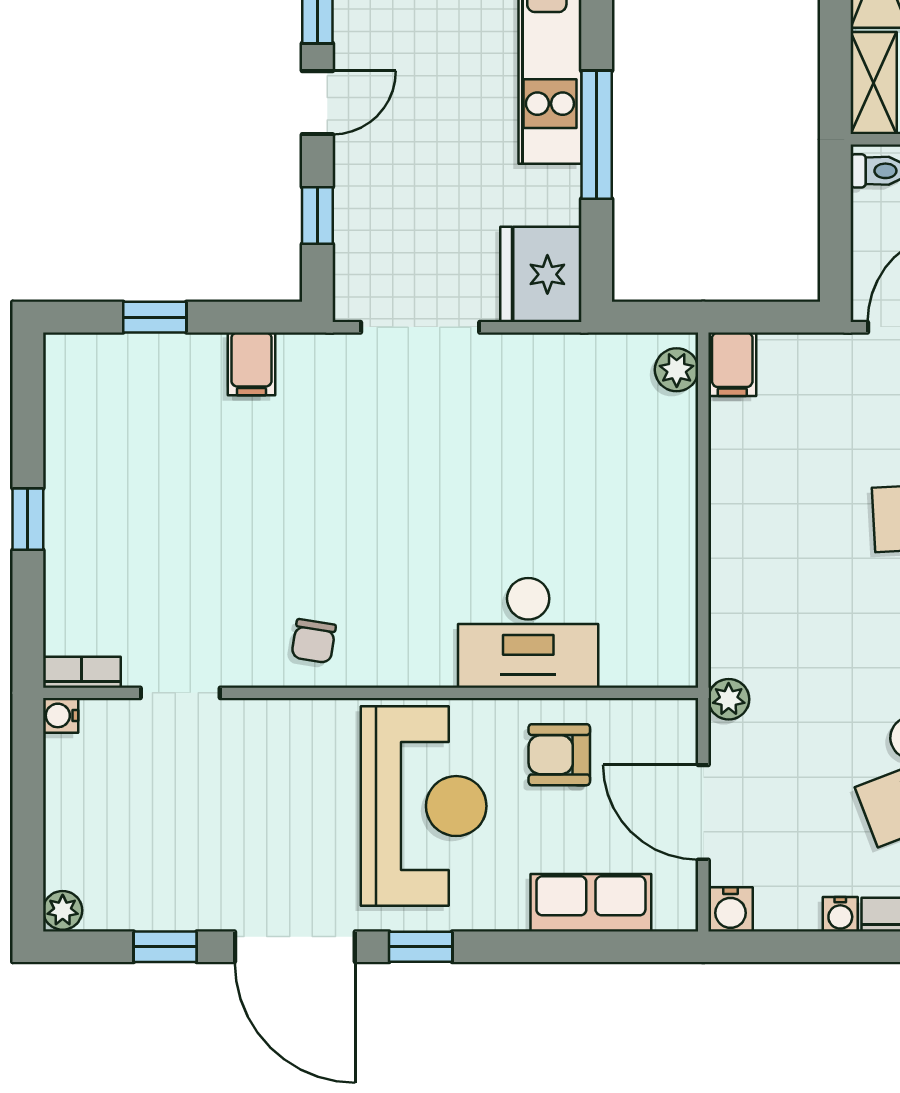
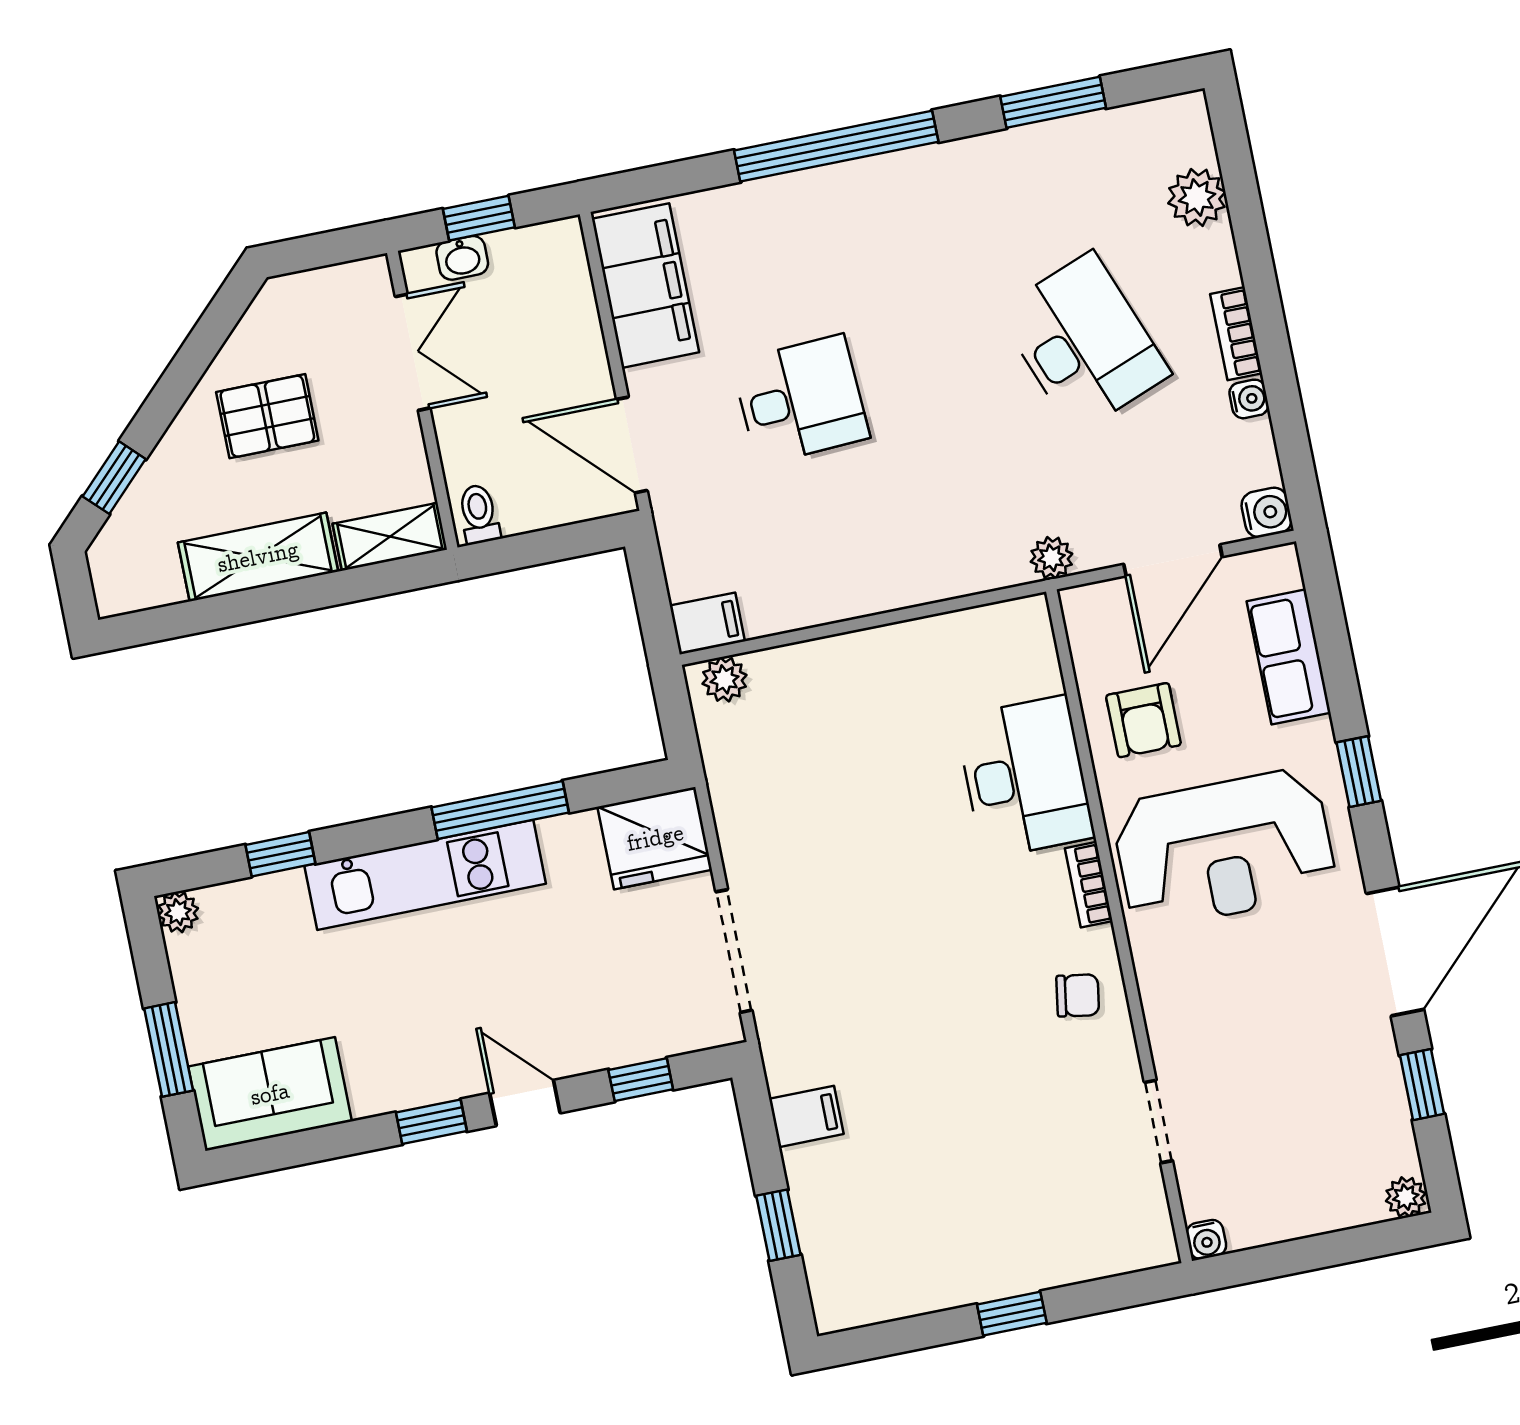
bookcase: (82, 672) -> (1089, 885), moved
reception desk: (424, 806) -> (1224, 849), turned 180
window: (421, 947) -> (1359, 772), moved

